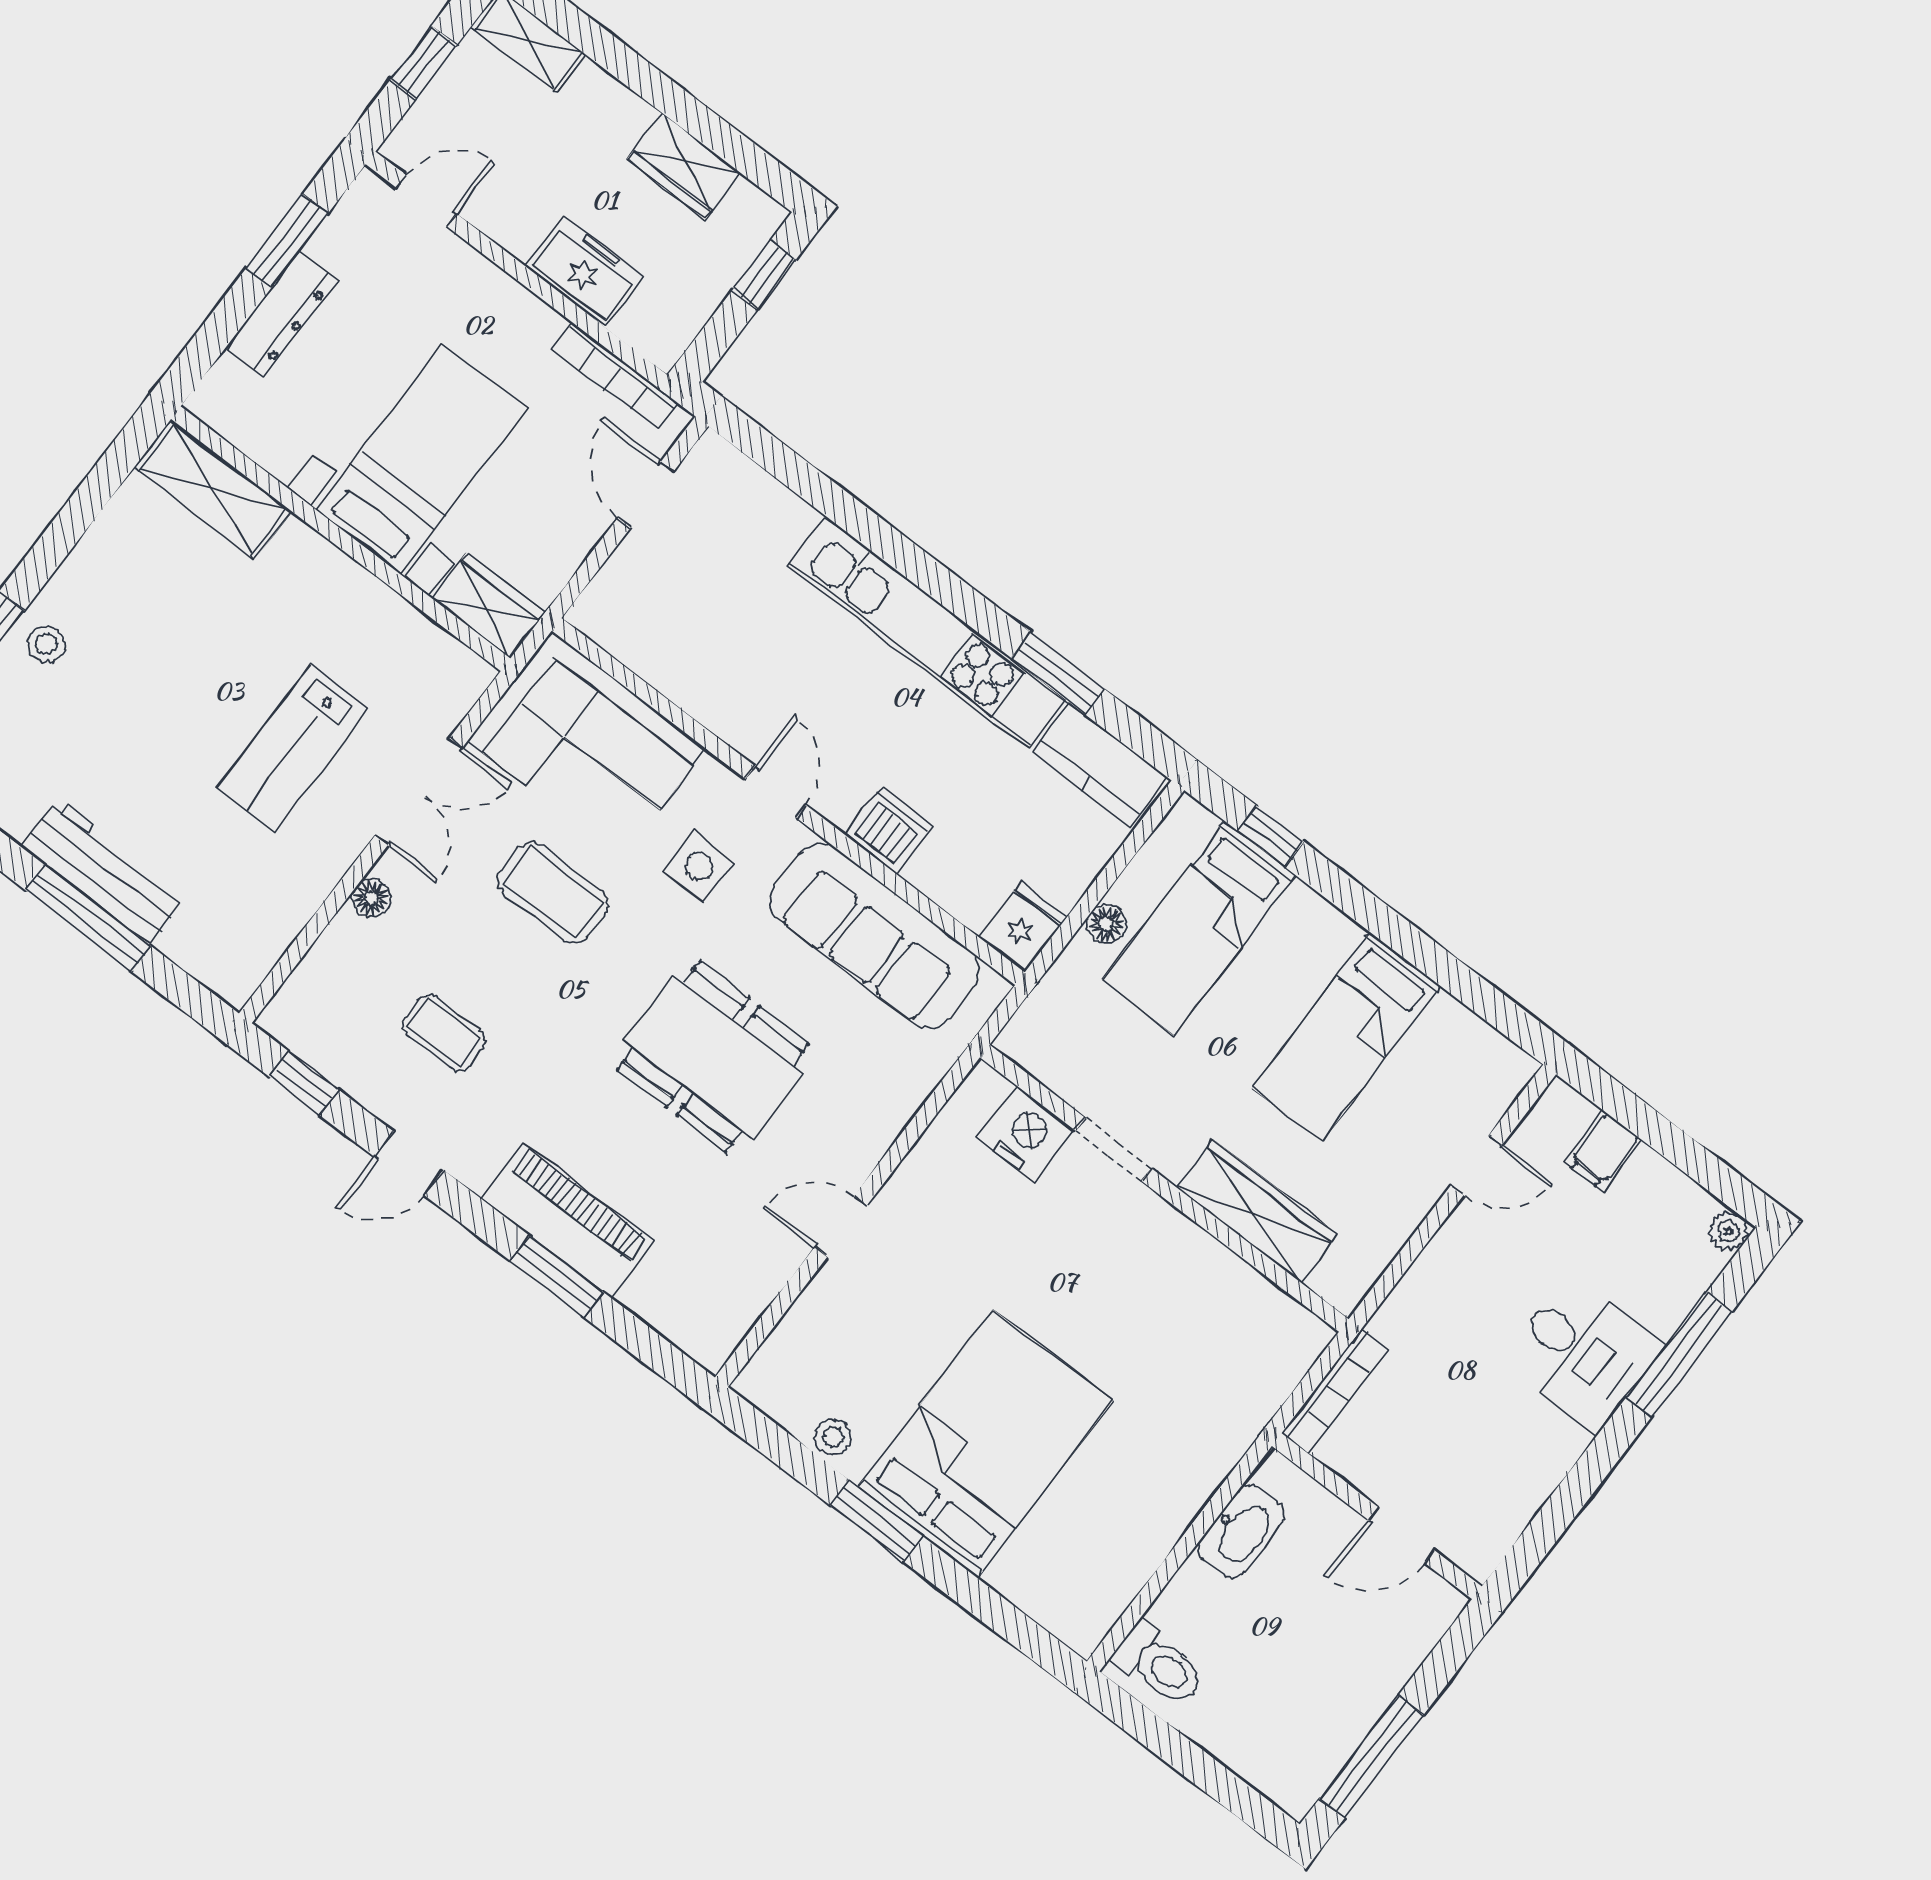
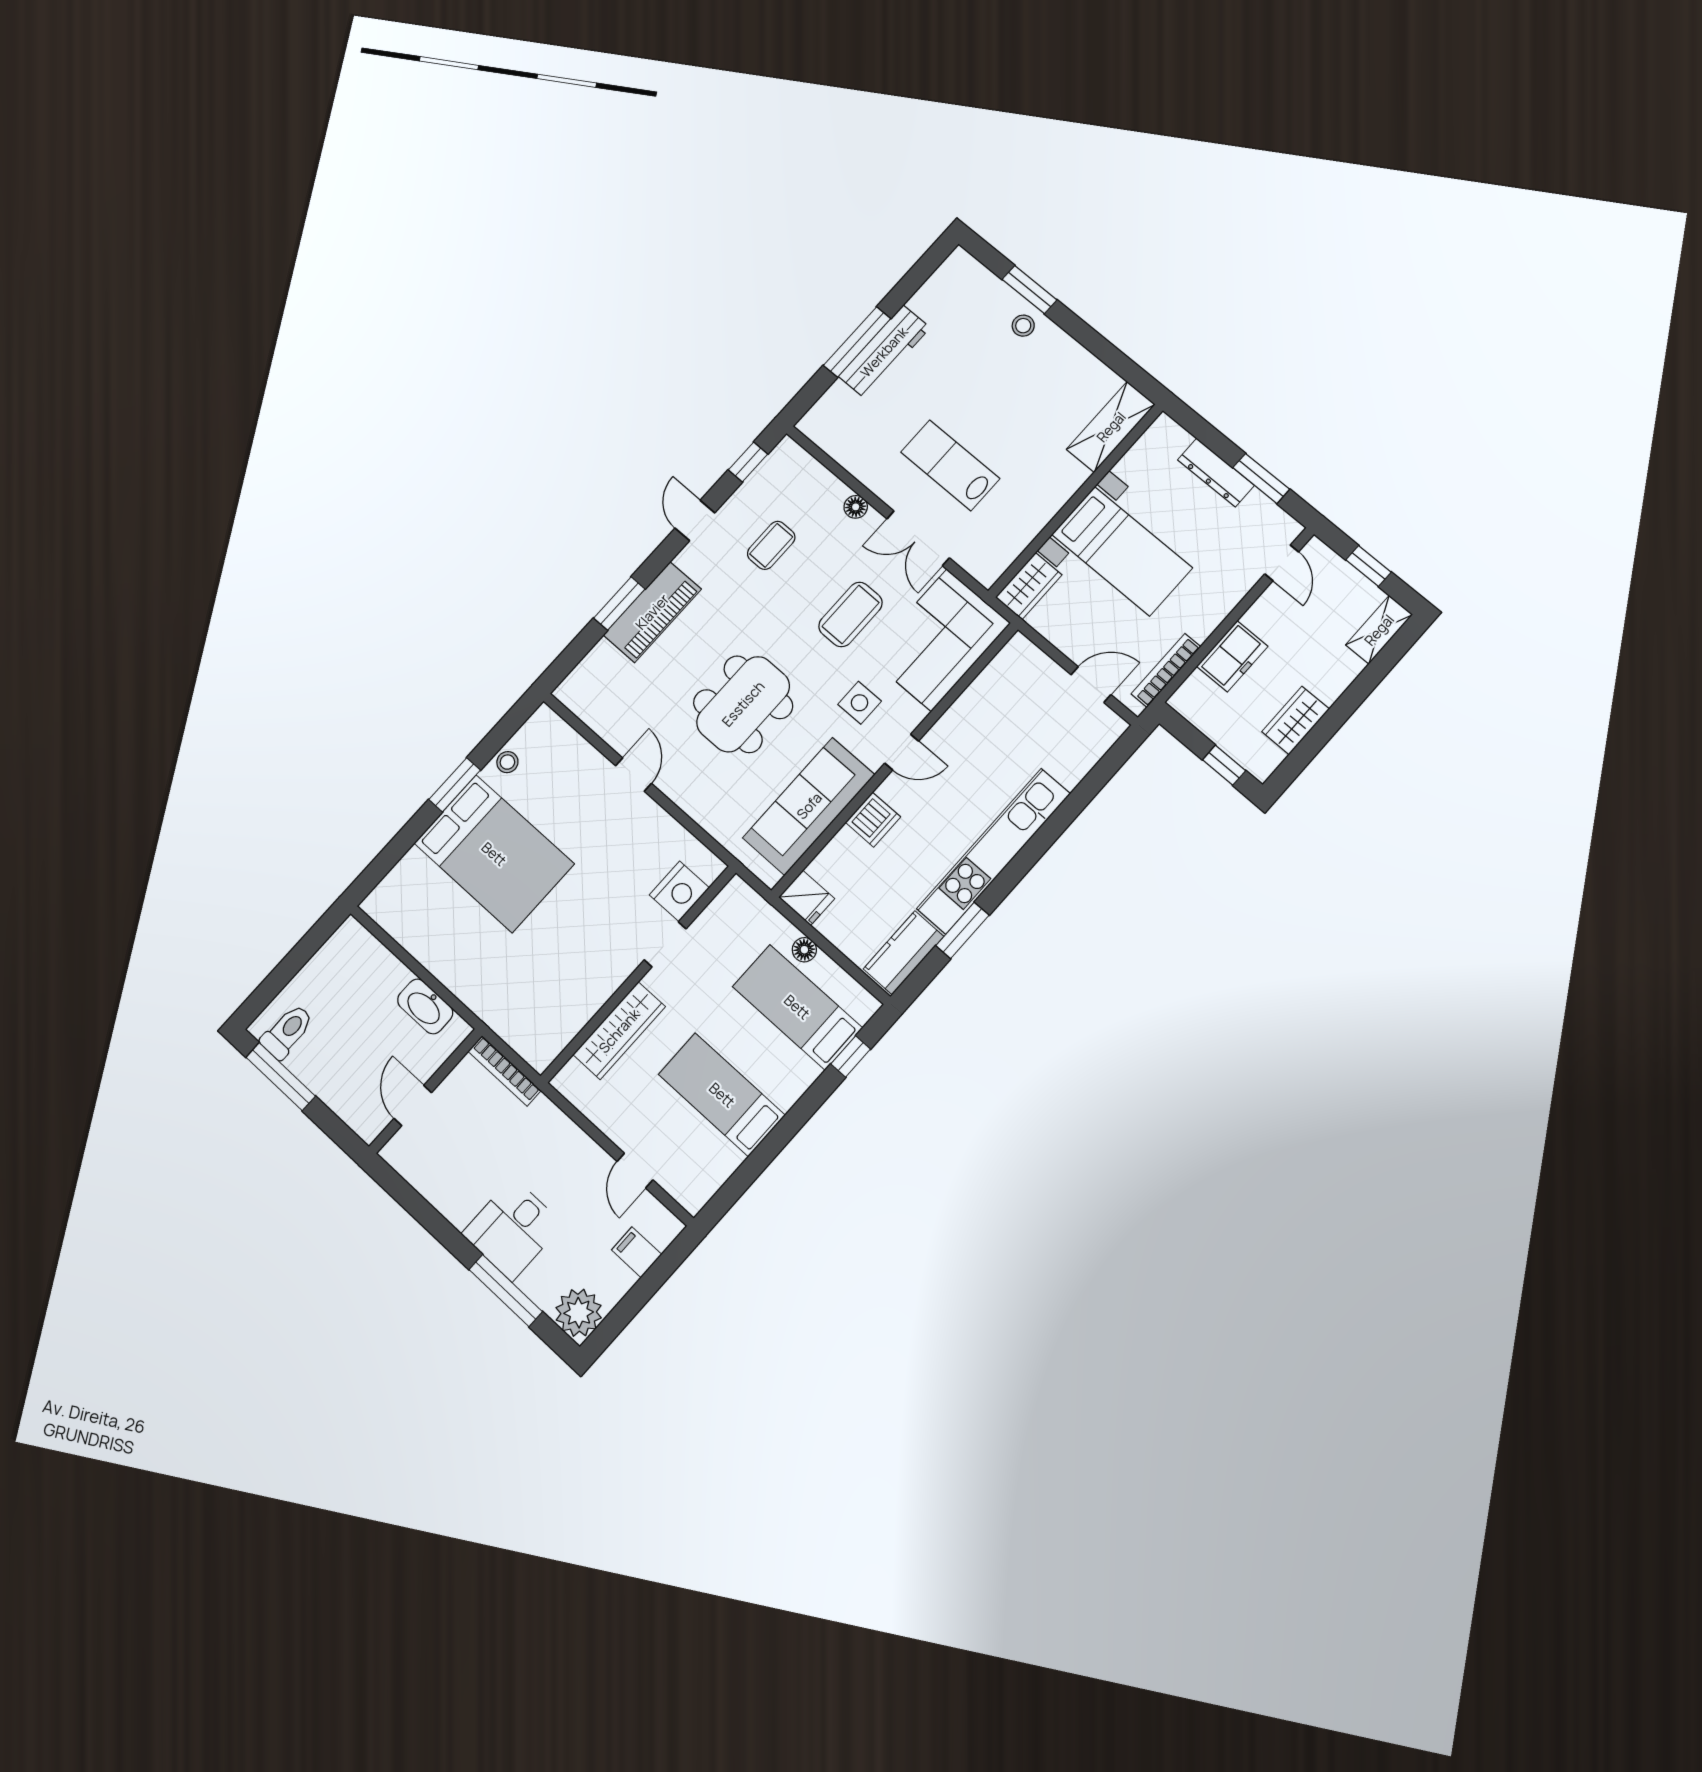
plant: (1728, 1231) -> (579, 1313), width x1.88, depth x1.88
toilet: (1159, 1665) -> (287, 1032), moved, turned 180

